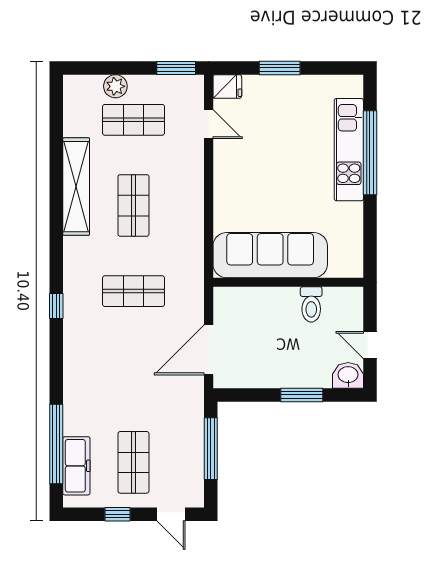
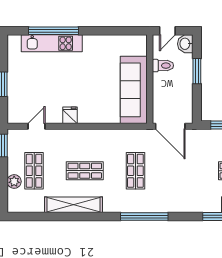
fridge: (227, 86) -> (70, 115), moved
sofa: (270, 255) -> (134, 90), moved
wall: (288, 282) -> (150, 79), moved
toilet: (311, 304) -> (163, 66), moved
window: (56, 306) -> (144, 217), width x3.17

